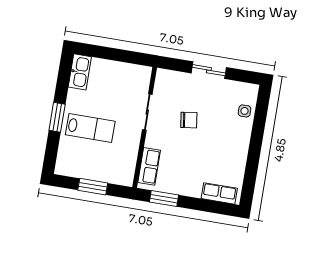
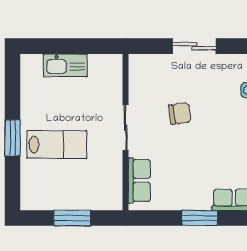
kitchen sink: (80, 72) -> (65, 65), moved, turned 90
sliding door: (147, 112) -> (125, 128), moved
window: (164, 199) -> (200, 218), moved

